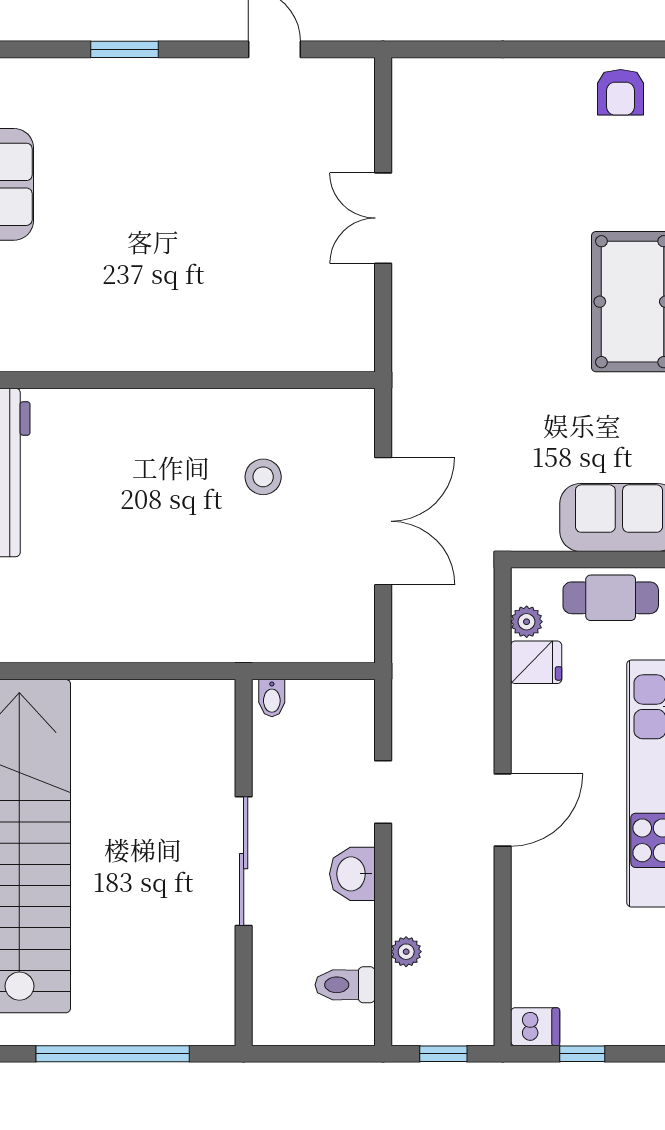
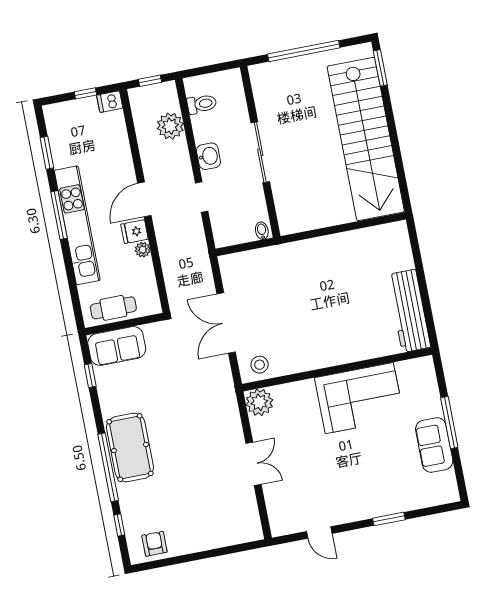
corner sofa: (137, 312) -> (359, 398), added
plant: (346, 343) -> (259, 402), added
stool: (263, 477) -> (260, 365), moved
plant: (527, 622) -> (143, 250), moved
fridge: (536, 662) -> (135, 232), moved
plant: (406, 952) -> (170, 126), width x1.87, depth x1.87

